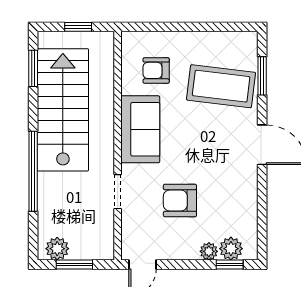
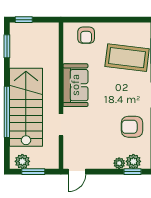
window: (78, 27) -> (24, 20), moved
armchair: (156, 70) -> (86, 35), moved, turned -90
stairs: (63, 110) -> (26, 107), moved
armchair: (180, 201) -> (132, 127), moved

